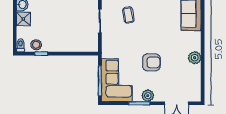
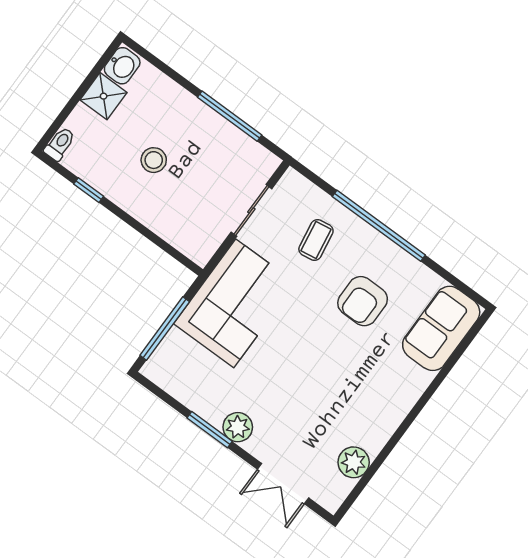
stool: (36, 45) -> (154, 160), moved
plant: (195, 58) -> (354, 462), moved
armchair: (151, 62) -> (363, 301), moved, turned 90
corner sofa: (117, 80) -> (235, 303), moved

